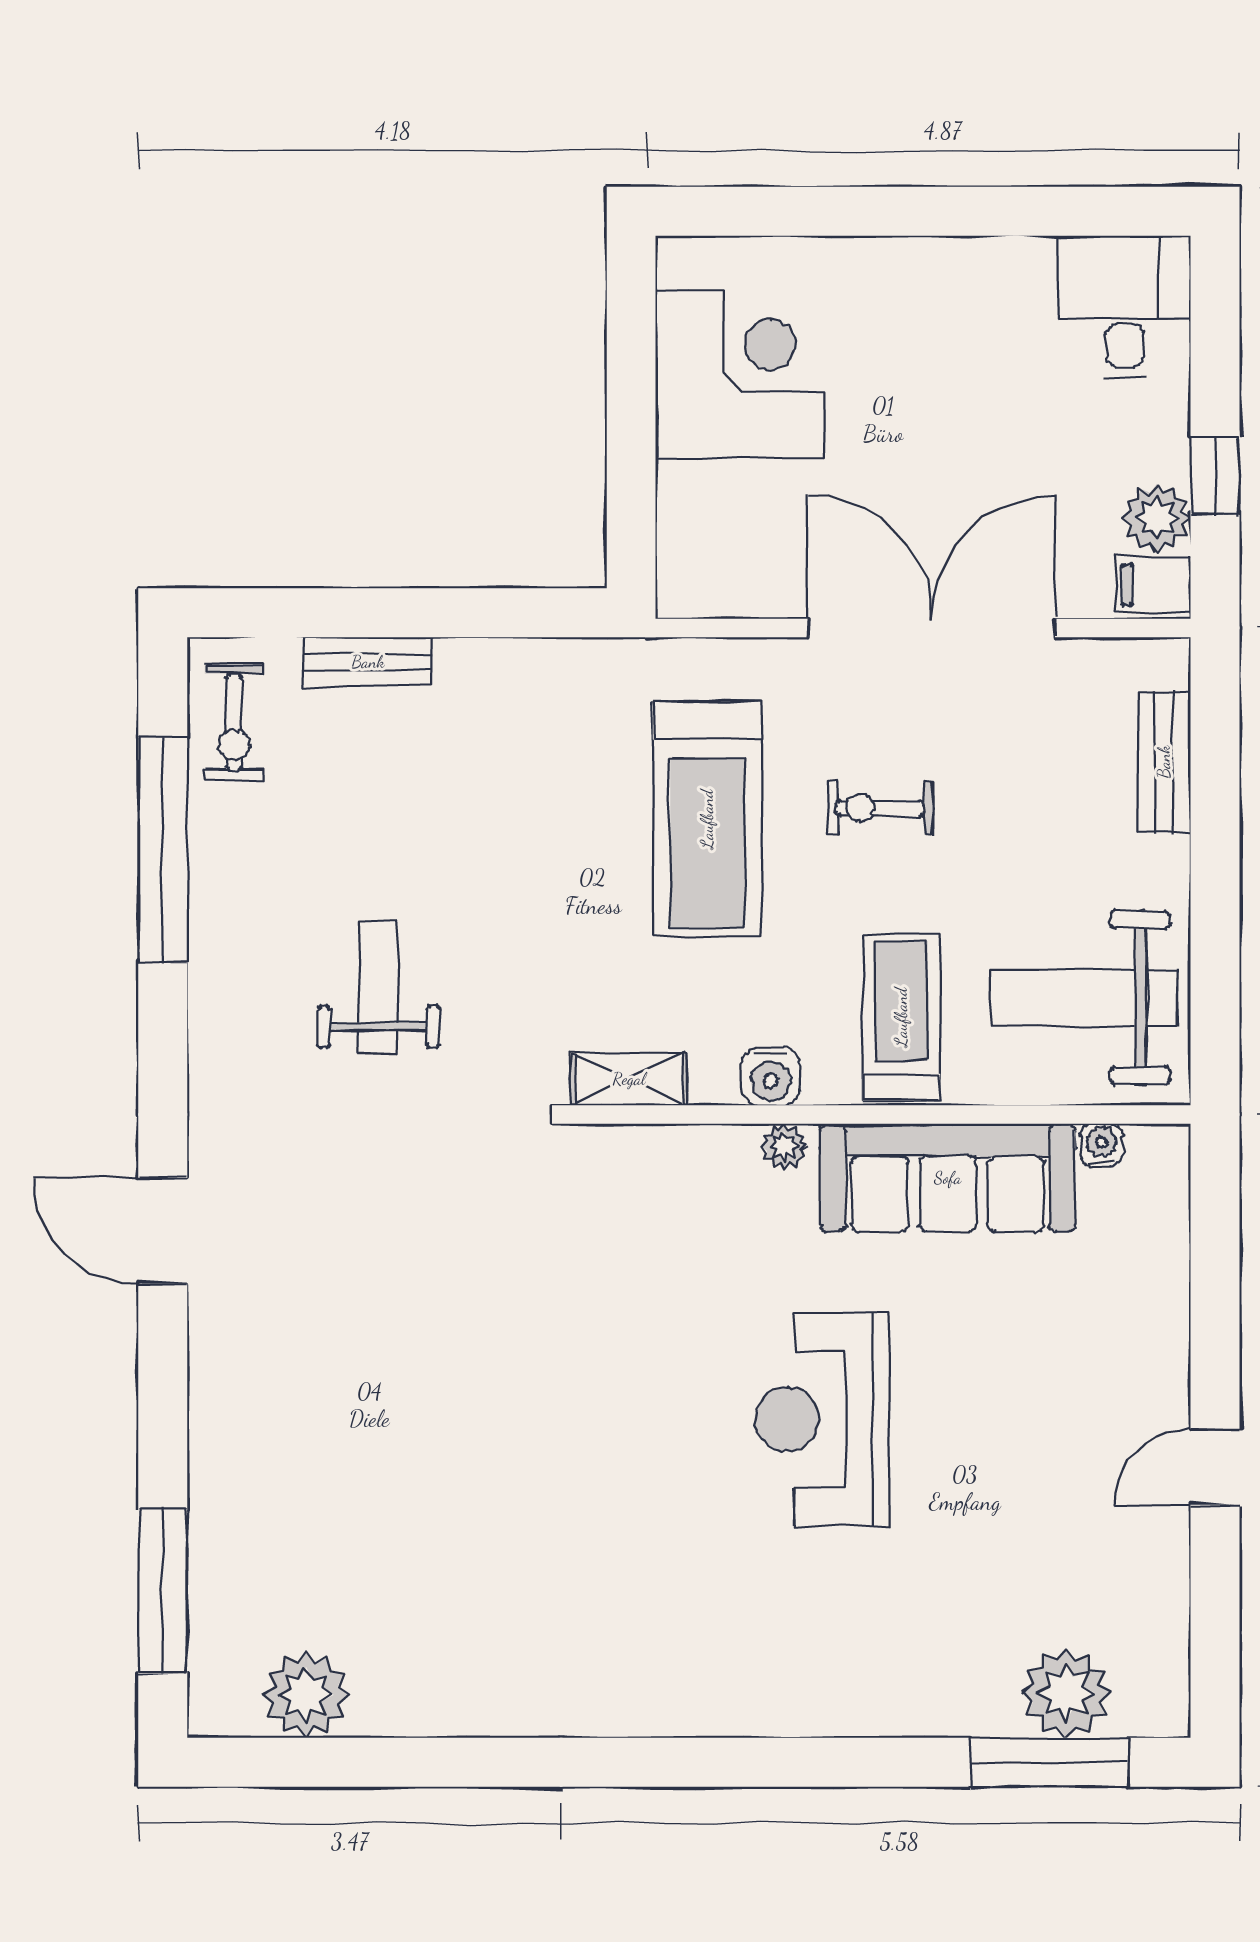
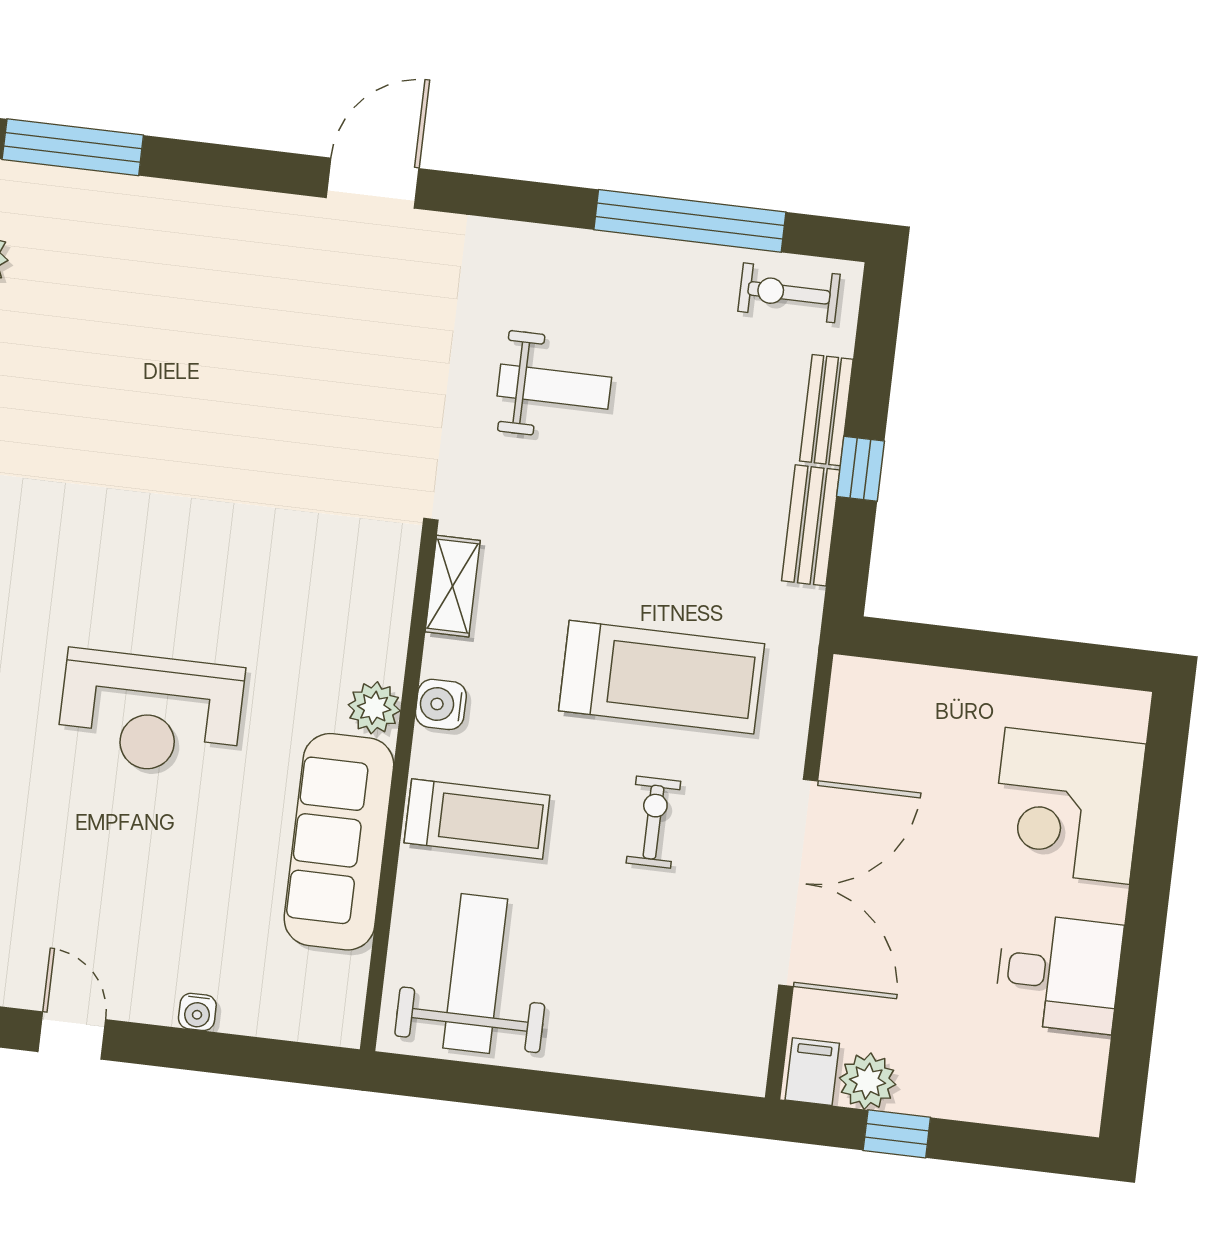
desk: (1125, 307) -> (1059, 973), moved
corner desk: (740, 375) -> (1067, 806), moved, turned 90
window: (432, 613) -> (861, 469), added
bench: (1164, 762) -> (811, 525), moved, turned 90
treadmill: (707, 819) -> (662, 677), turned 180
water cooler: (1101, 1145) -> (197, 1012), moved, turned 90
plant: (784, 1146) -> (374, 708), width x1.38, depth x1.38
reception desk: (822, 1419) -> (151, 713), turned 180

